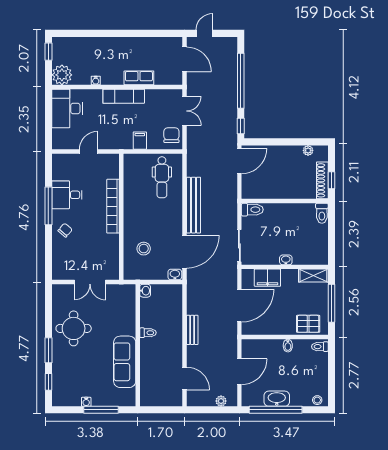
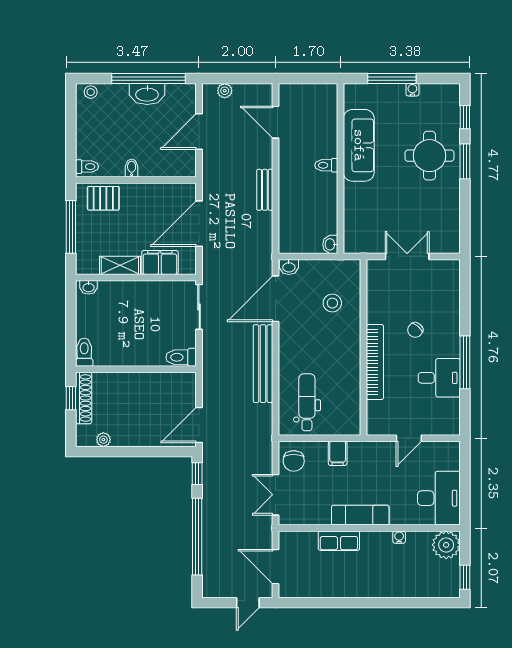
chair: (65, 230) -> (415, 330), moved
washbasin: (286, 260) -> (89, 287), moved
shelving: (313, 276) -> (120, 265), moved
round table: (74, 328) -> (429, 156), moved
toilet: (148, 333) -> (326, 165), moved

